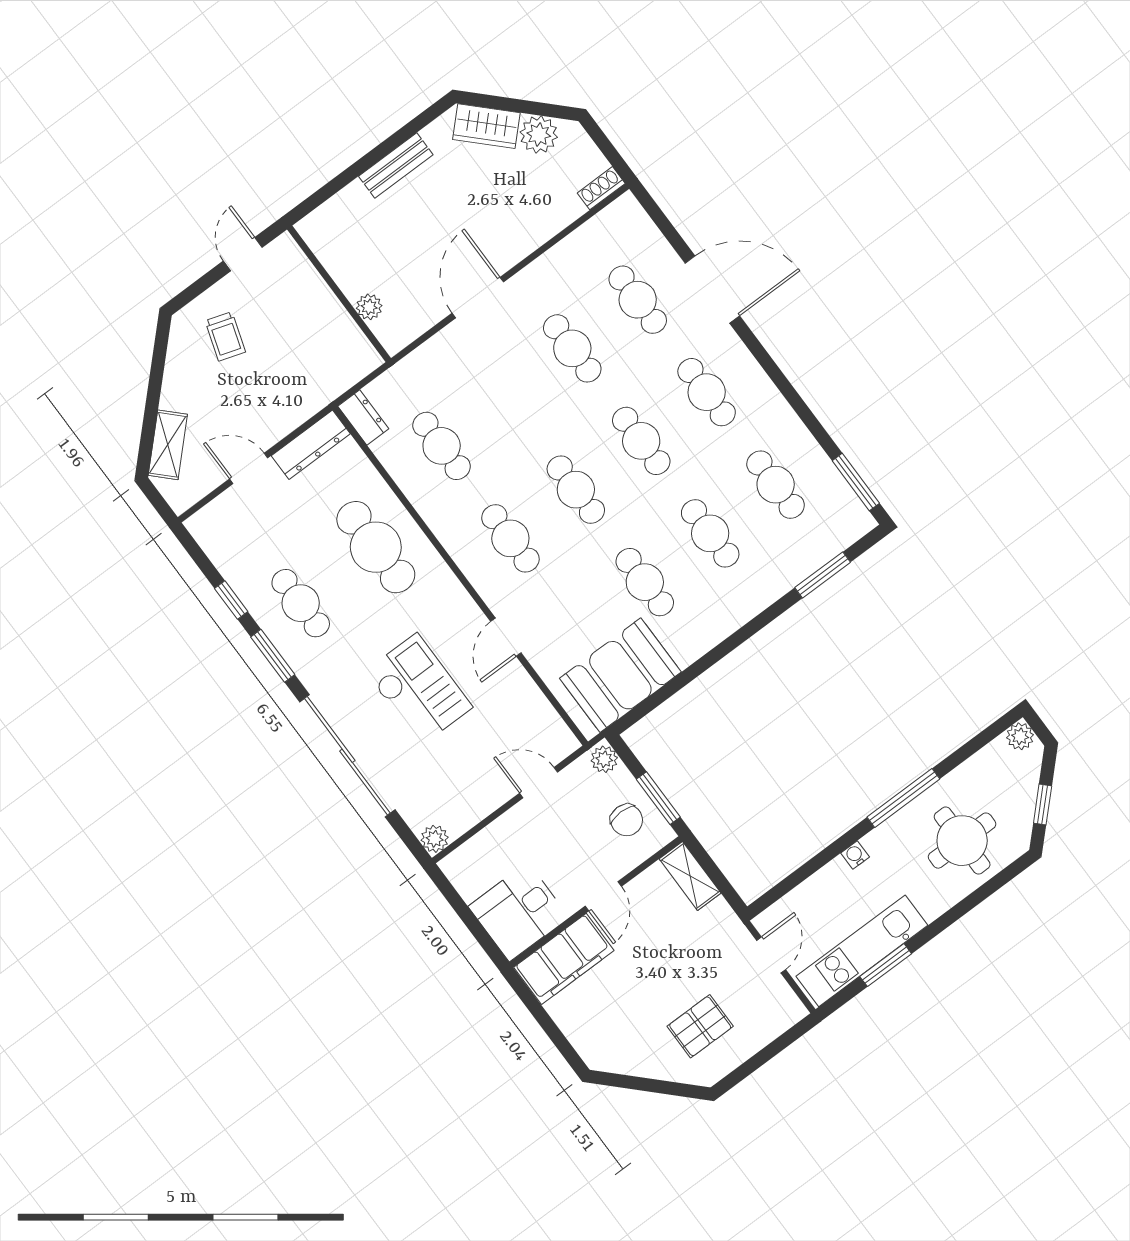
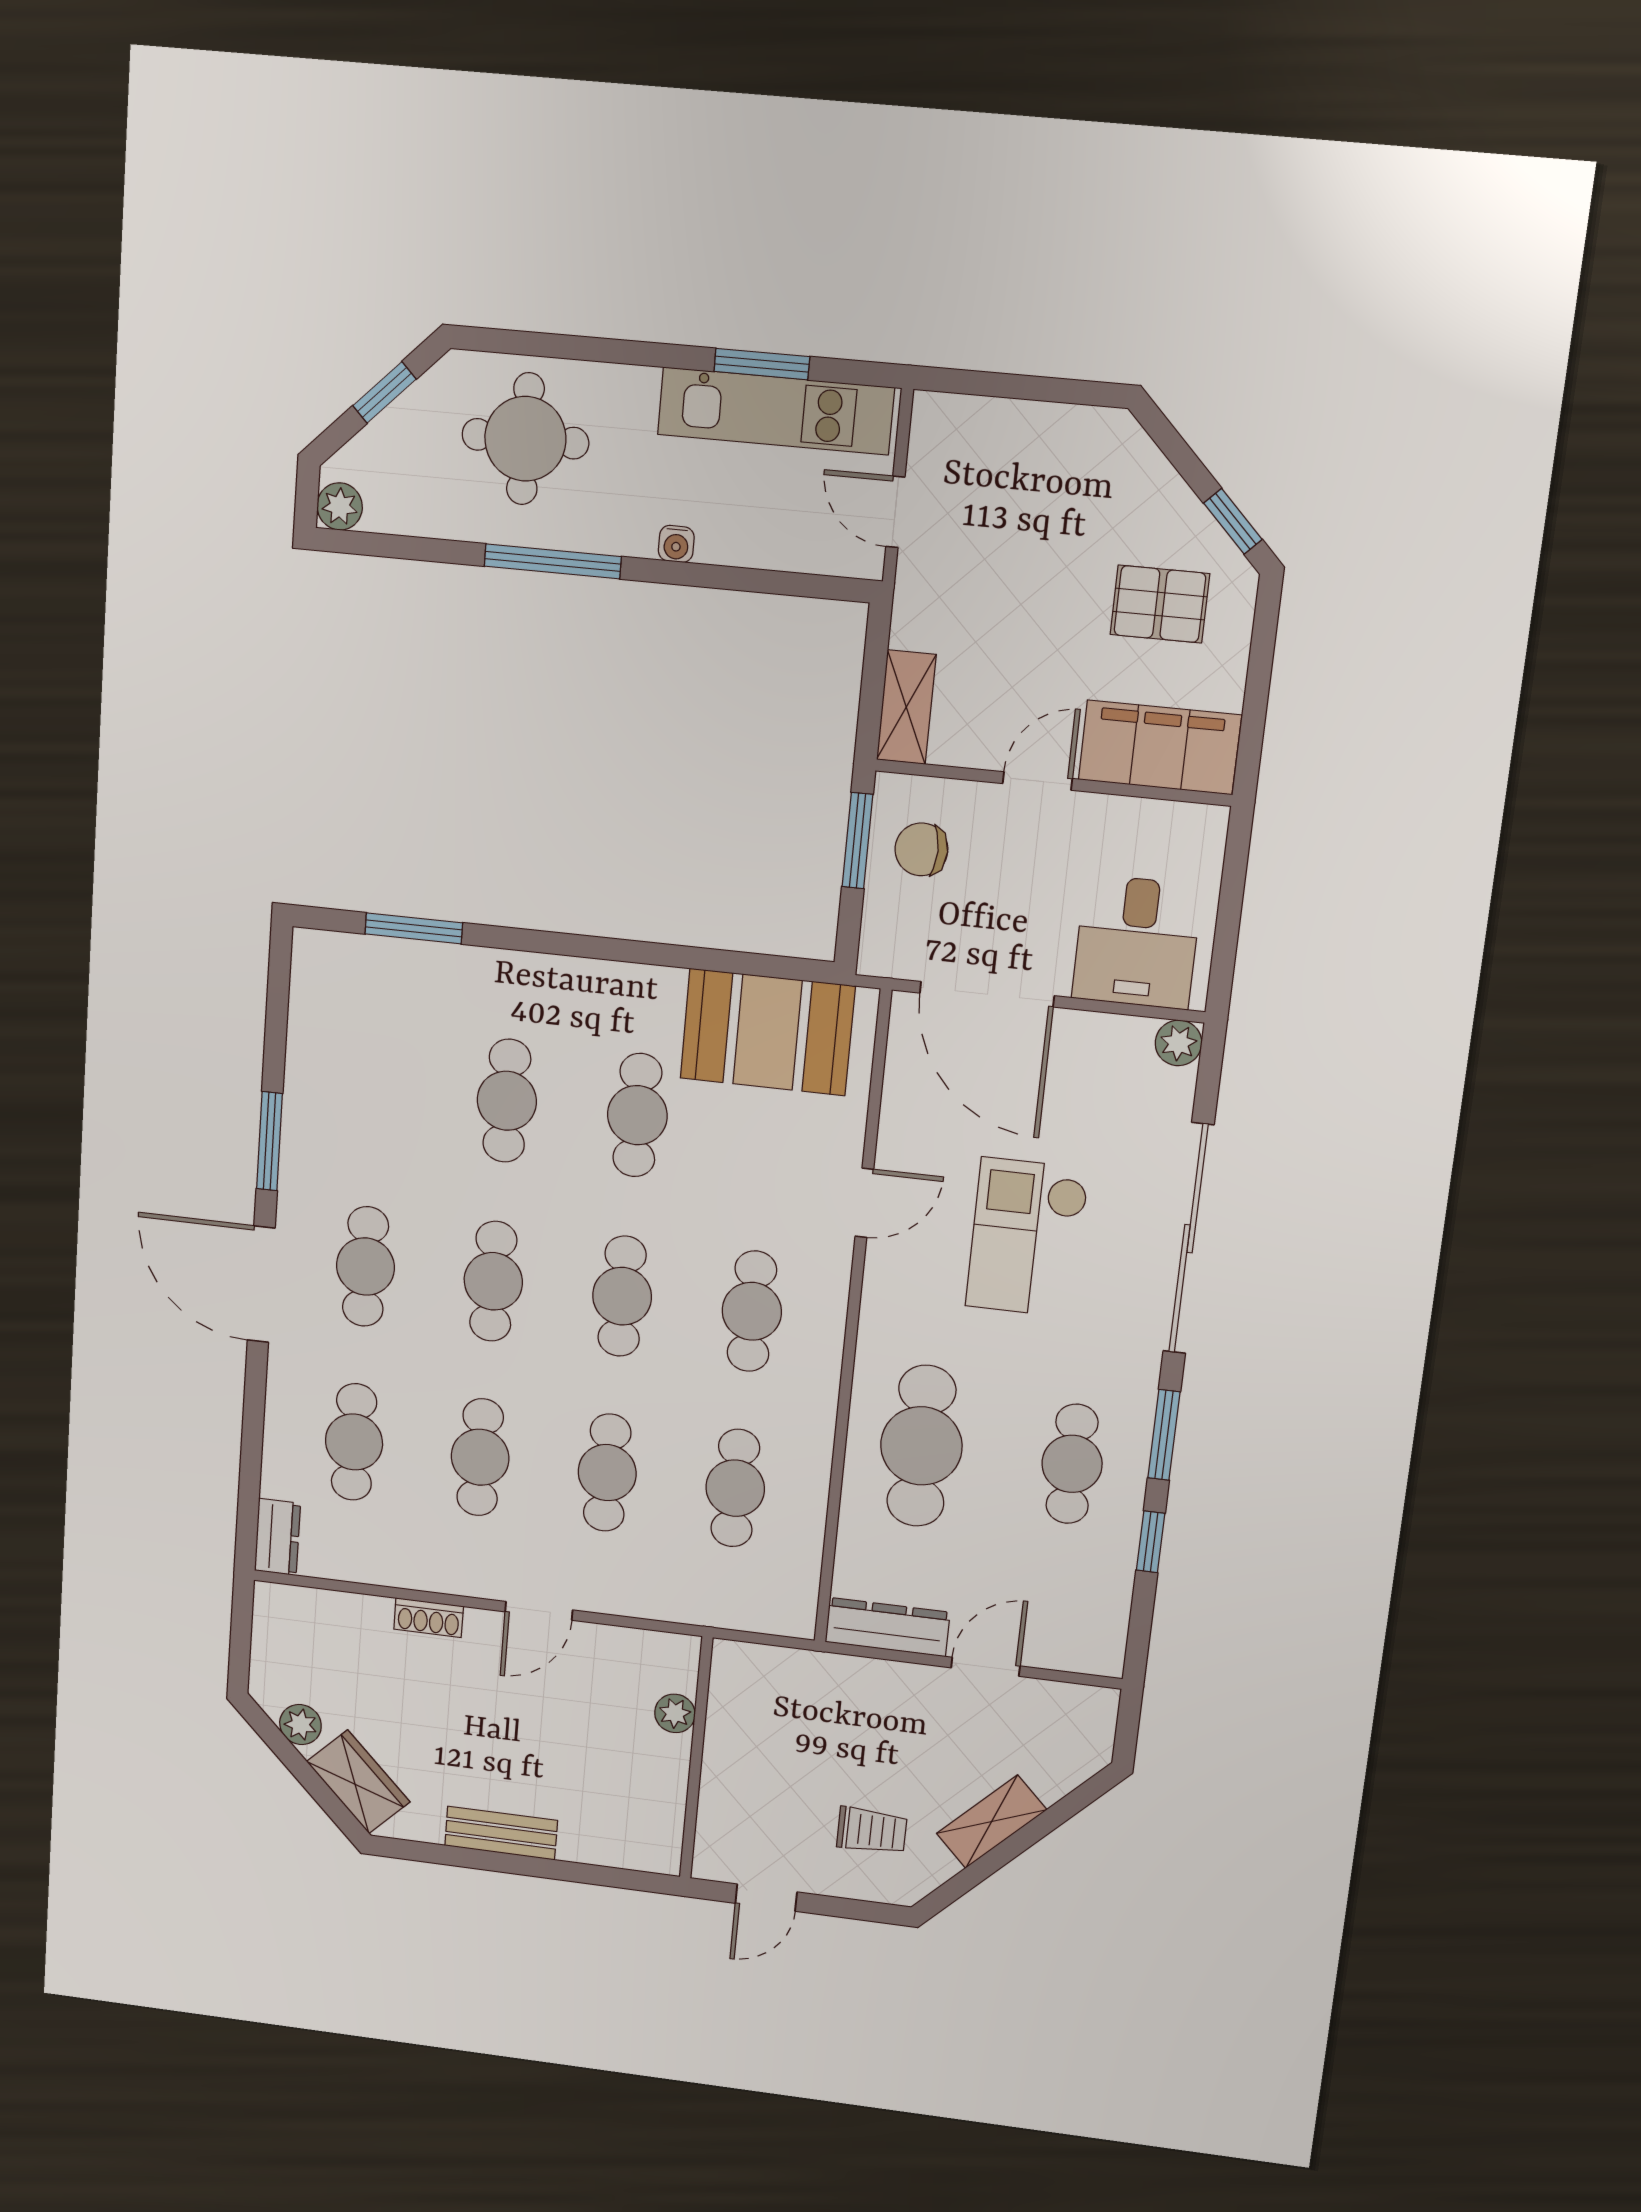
plant: (539, 135) -> (300, 1725), width x0.73, depth x0.73
shoe rack: (601, 188) -> (429, 1618), moved
door: (712, 290) -> (261, 1284), moved
door: (478, 298) -> (539, 1611), width x0.73
trolley: (225, 336) -> (872, 1831), turned 72
dresser: (363, 417) -> (278, 1537), moved, turned 180
shelving: (168, 445) -> (992, 1822), moved
door: (249, 468) -> (986, 1667), swing flipped
window: (856, 482) -> (269, 1141), moved
cafe table: (776, 485) -> (607, 1473), moved
plant: (604, 759) -> (880, 949), removed
door: (539, 783) -> (987, 994), width x1.87
chair: (627, 820) -> (921, 849), turned -90
desk: (519, 912) -> (1137, 942), moved, turned 90
door: (771, 955) -> (895, 512), hinge flipped
pallet: (700, 1026) -> (1160, 604), moved
window: (622, 1081) -> (1233, 521), added

